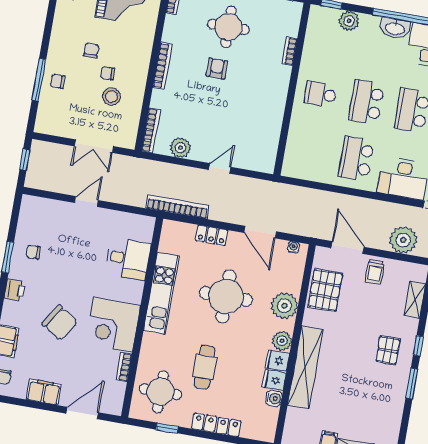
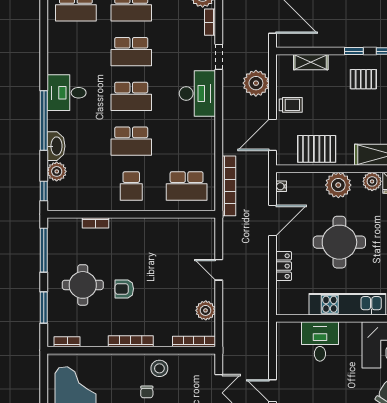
washbasin: (395, 28) -> (56, 146), moved
stool: (111, 97) -> (159, 368), moved
school desk: (356, 159) -> (187, 186), moved
bookcase: (178, 207) -> (229, 186), moved, turned 180

